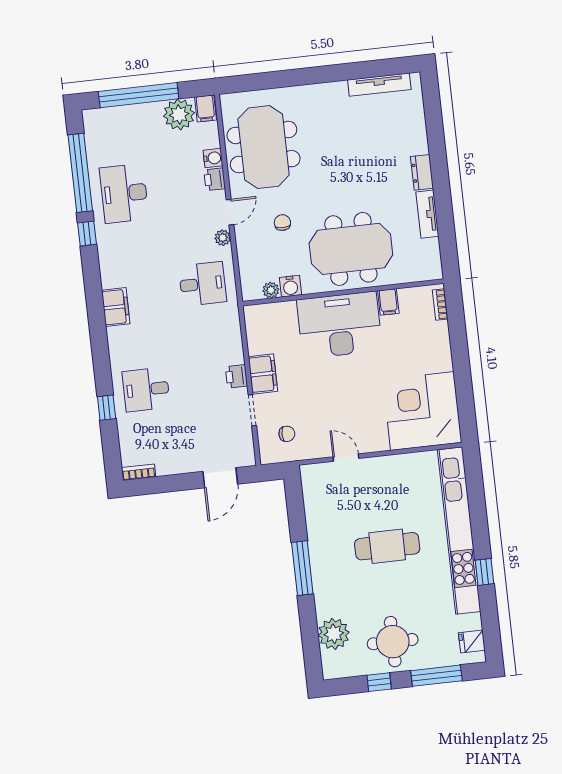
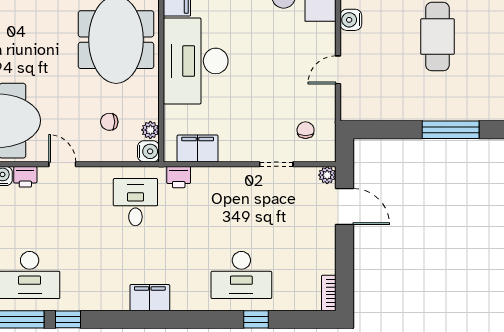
chair: (282, 223) -> (109, 122), moved
plant: (223, 238) -> (327, 175), moved
water cooler: (290, 286) -> (148, 151), moved
filing cabinet: (263, 374) -> (198, 149), moved
printer: (236, 376) -> (179, 177), moved
desk: (146, 389) -> (241, 275), width x1.37
water cooler: (394, 464) -> (351, 20), added

